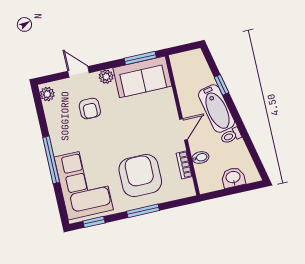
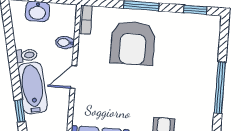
bookcase: (184, 165) -> (86, 20), moved
corner sofa: (84, 183) -> (194, 53), removed

